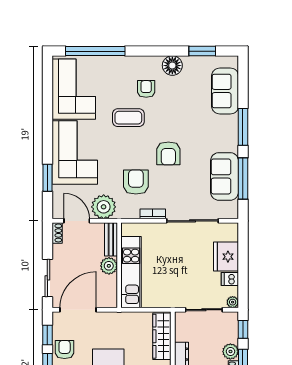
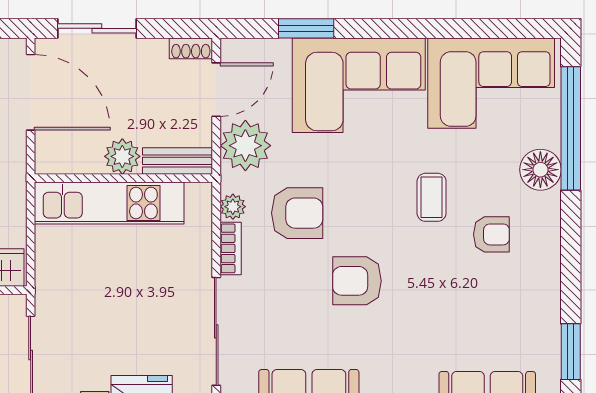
floor lamp: (172, 66) -> (540, 170), moved
coffee table: (128, 118) -> (432, 197), width x0.73, depth x0.77
plant: (133, 213) -> (233, 207), added

